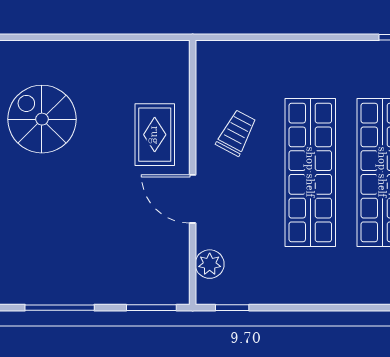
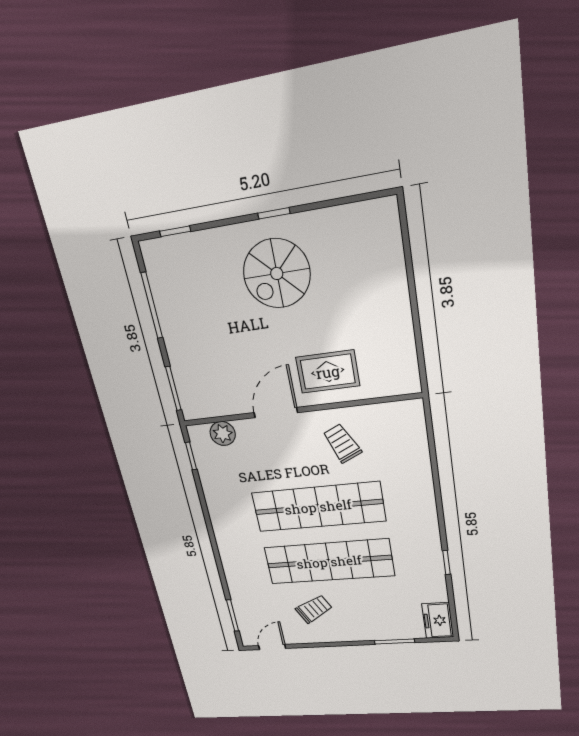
spiral stairs: (42, 119) -> (277, 273), moved, turned 180
trolley: (236, 133) -> (342, 443), turned -143

